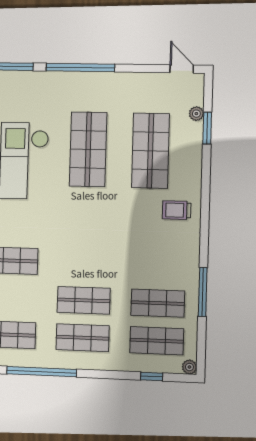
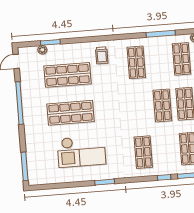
window: (80, 68) -> (19, 103), moved
window: (203, 292) -> (161, 34), moved
shop shelf: (158, 303) -> (136, 62), moved

